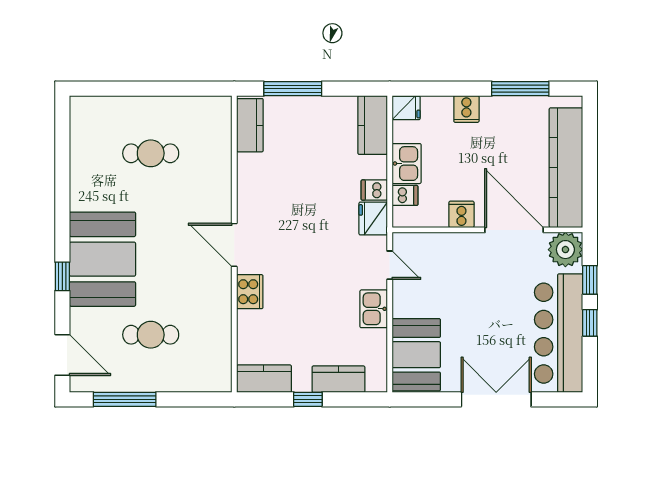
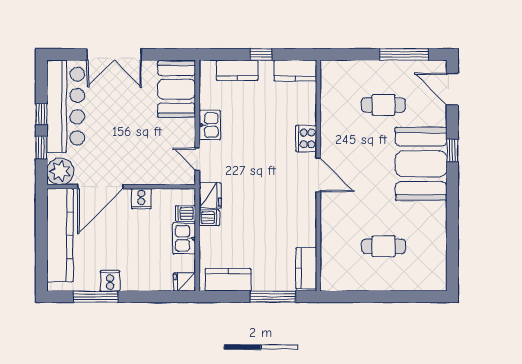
cooker: (466, 109) -> (110, 281), moved
kitchen counter: (373, 125) -> (228, 280), moved, turned -90
door: (514, 230) -> (100, 187), hinge flipped

